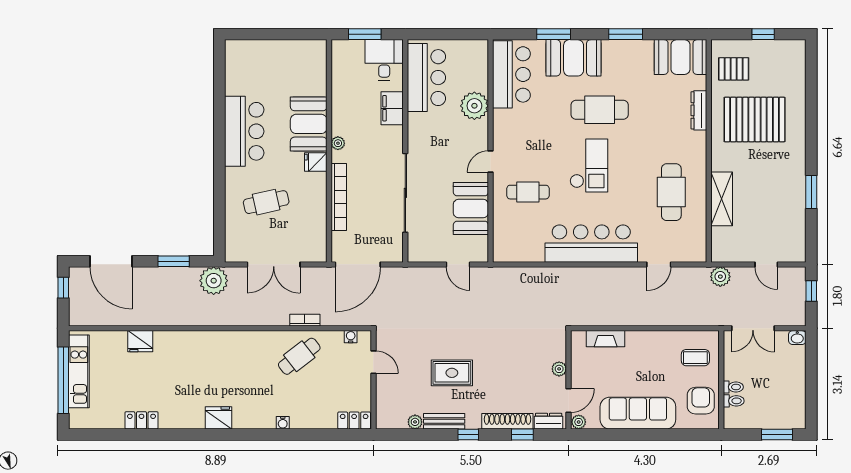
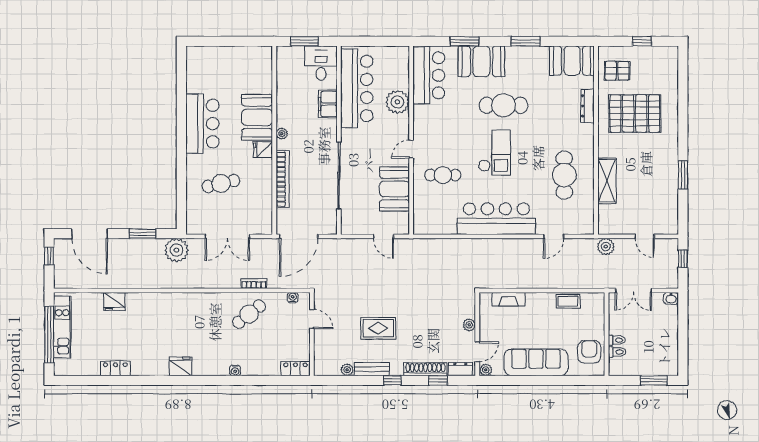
bar counter: (426, 78) -> (357, 89), width x1.36
coffee table: (695, 358) -> (568, 301), moved

